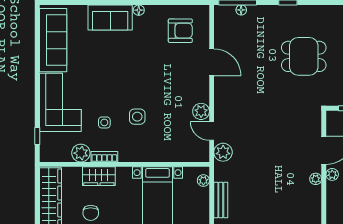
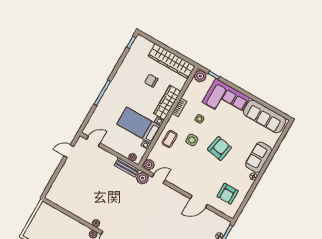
armchair: (128, 75) -> (220, 148), added
plant: (201, 111) -> (149, 165), moved
coffee table: (152, 146) -> (170, 139), added
plant: (81, 153) -> (200, 76), moved
wardrobe: (99, 176) -> (167, 102), width x1.50
bench: (221, 200) -> (127, 167), moved

